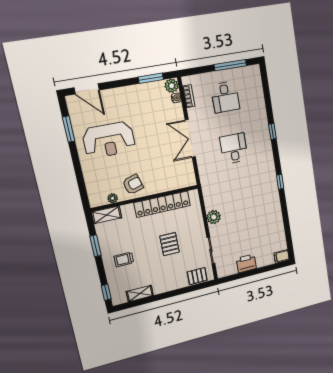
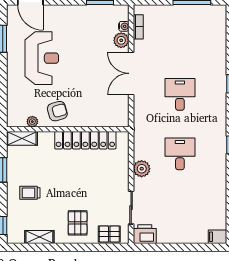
plant: (172, 86) -> (121, 40), moved
desk: (225, 97) -> (180, 154), moved, turned 180
reception desk: (109, 140) -> (42, 58), turned -90
pallet: (170, 244) -> (78, 223), moved
printer: (246, 263) -> (145, 234), moved

